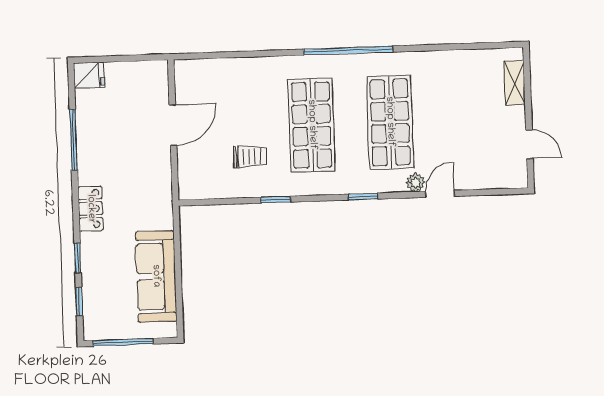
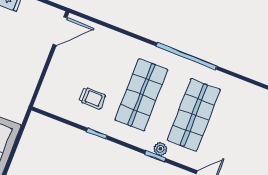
door: (173, 125) -> (60, 31), moved
plant: (415, 183) -> (160, 149), moved

